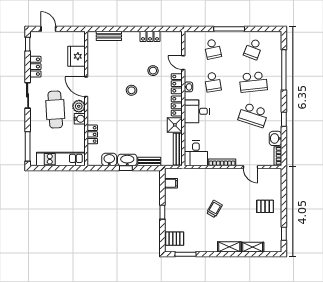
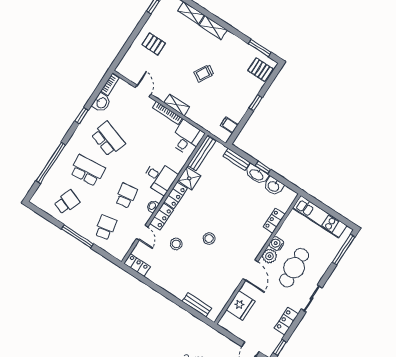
locker: (150, 36) -> (137, 265), moved
shelving: (219, 173) -> (177, 105), added

